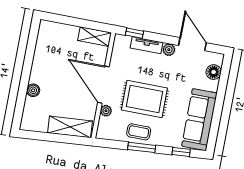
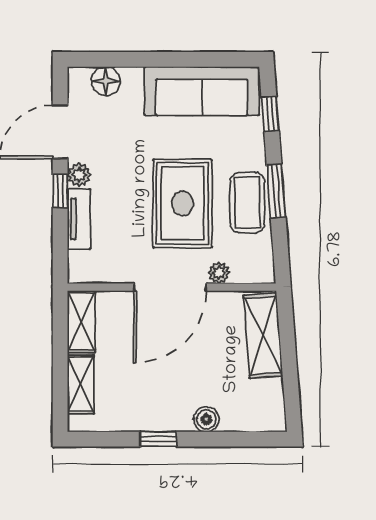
shelving: (63, 30) -> (81, 384), added
window: (134, 33) -> (60, 191), moved
window: (28, 64) -> (158, 439), added
coffee table: (139, 132) -> (247, 203), width x1.36, depth x1.30

